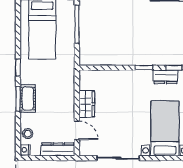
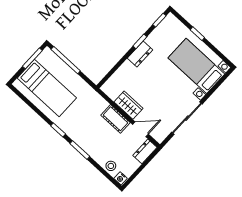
dresser: (165, 77) -> (140, 54), moved
cot: (28, 99) -> (115, 119), moved
dresser: (58, 149) -> (145, 151), width x0.70

